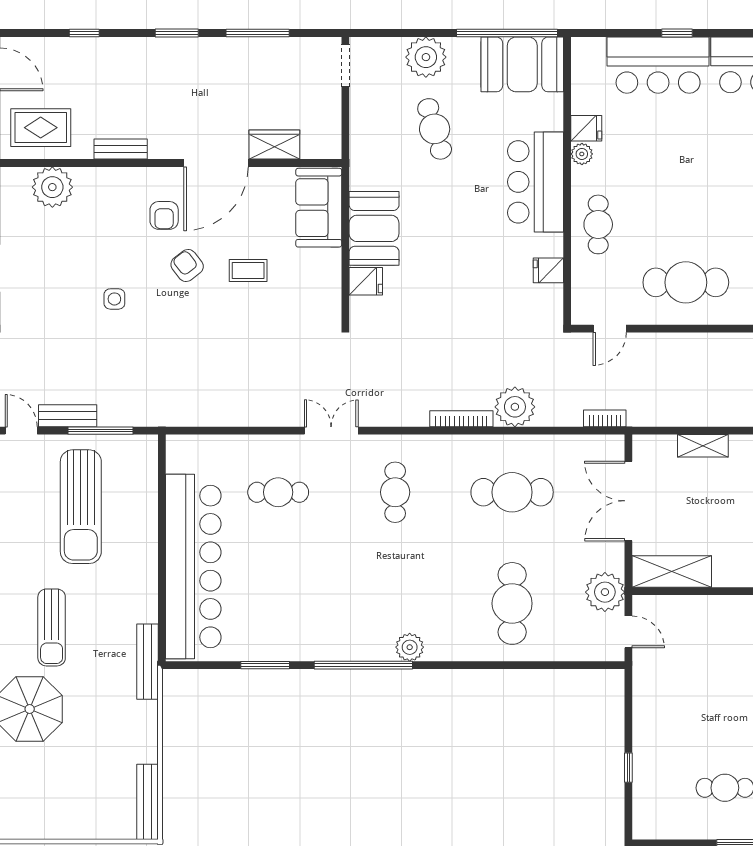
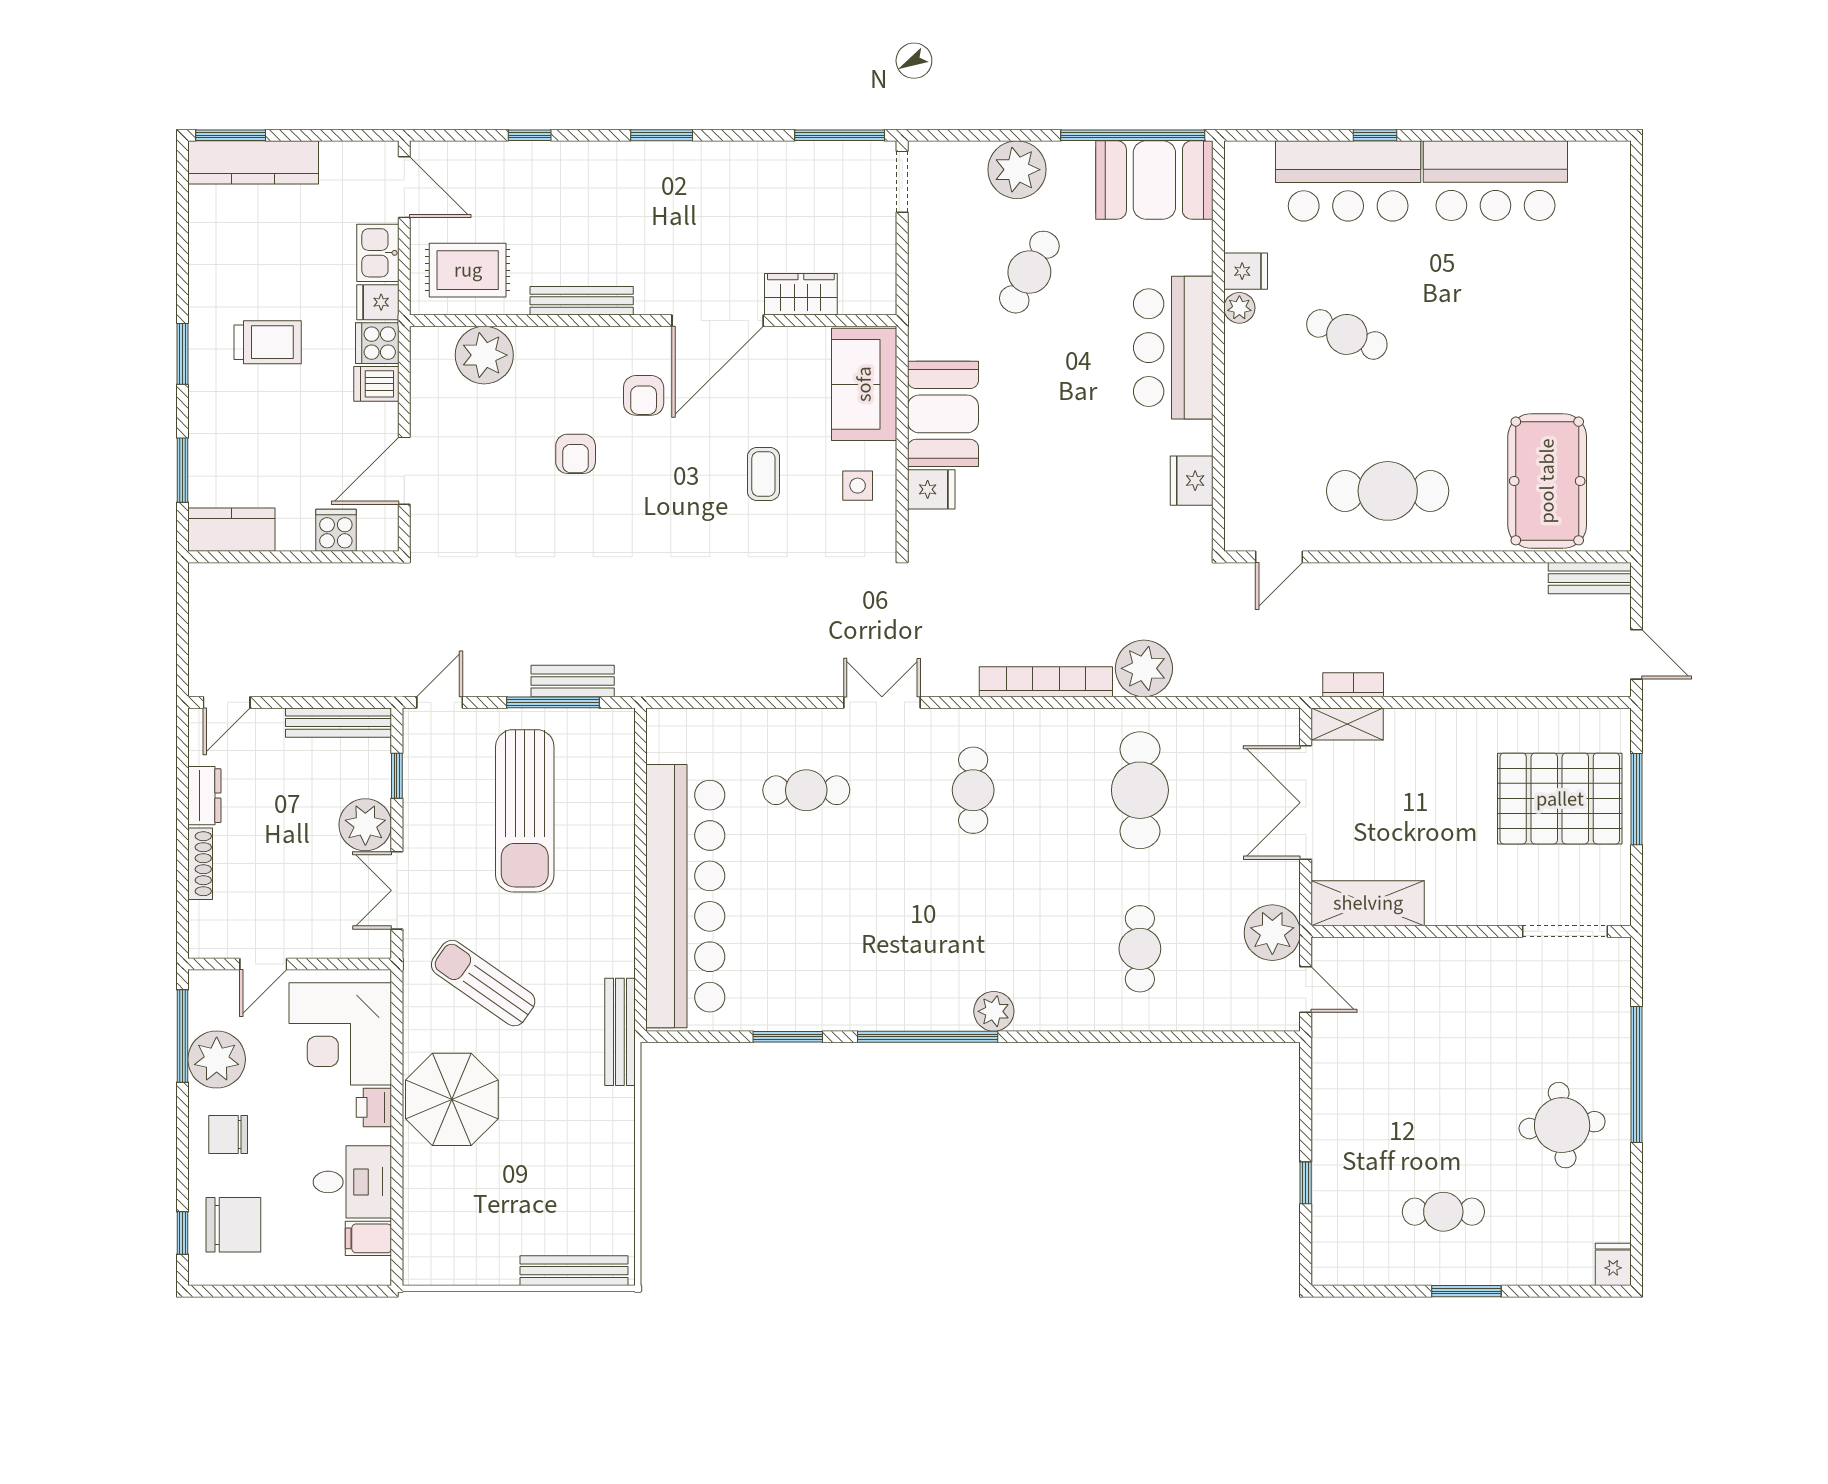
window: (258, 33) -> (840, 135), moved
cafe table: (435, 129) -> (1029, 272), turned 46
bench: (121, 149) -> (582, 301), width x1.36
cafe table: (598, 224) -> (1347, 334), moved, turned -68
armchair: (187, 265) -> (576, 454), moved, turned -142
fridge: (548, 270) -> (1192, 481), width x1.38
coffee table: (248, 271) -> (763, 474), turned 90
side table: (114, 299) -> (858, 486), moved
bench: (68, 416) -> (573, 681), moved
bookcase: (605, 418) -> (1353, 685), moved
bookcase: (461, 419) -> (1046, 682), width x1.48, depth x1.31
door: (21, 431) -> (440, 702), hinge flipped
shelving: (703, 446) -> (1347, 724), moved
cafe table: (512, 492) -> (1140, 790), turned 90
cafe table: (512, 603) -> (1140, 949), width x0.73, depth x0.74
sun lounger: (52, 627) -> (483, 983), turned 125
bench: (148, 802) -> (574, 1271), moved, turned 90

